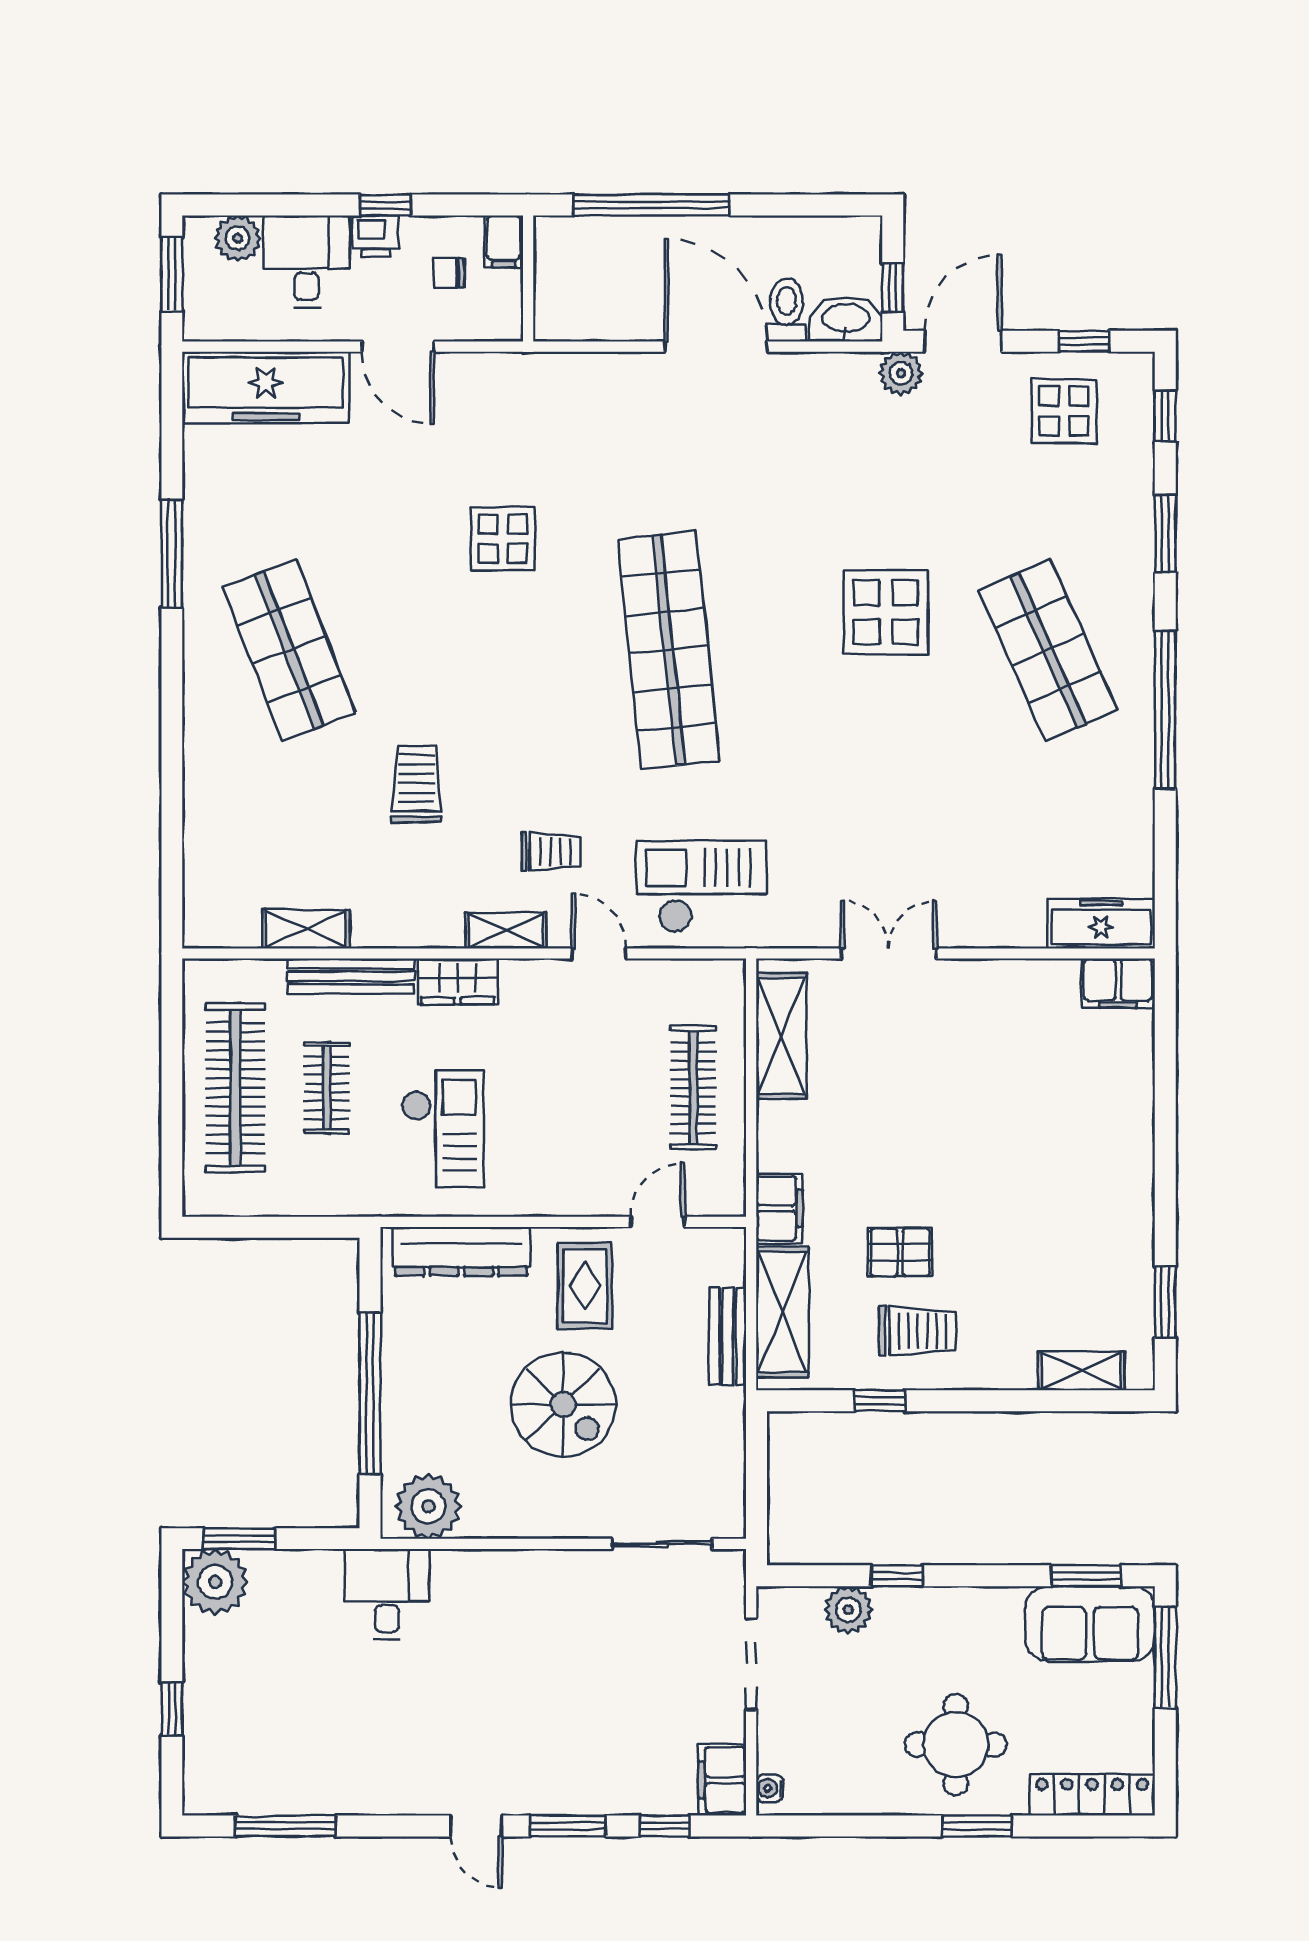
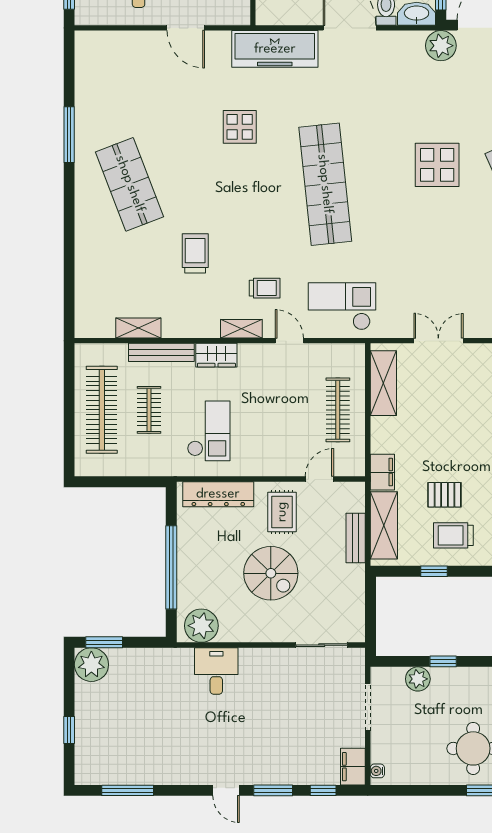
plant: (901, 373) -> (441, 46), width x1.36, depth x1.36
freezer: (266, 387) -> (275, 49), moved
trolley: (917, 1331) -> (453, 535), turned 180
desk: (387, 1594) -> (216, 671), moved

